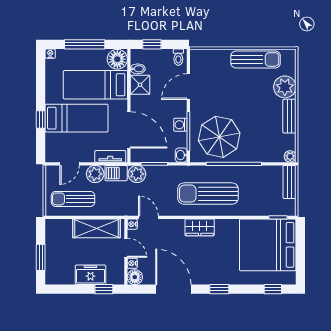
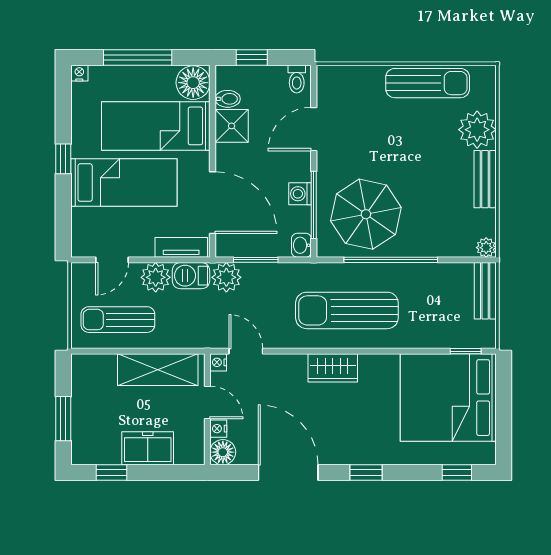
window: (41, 120) -> (63, 159), moved
window: (104, 289) -> (112, 473), moved

